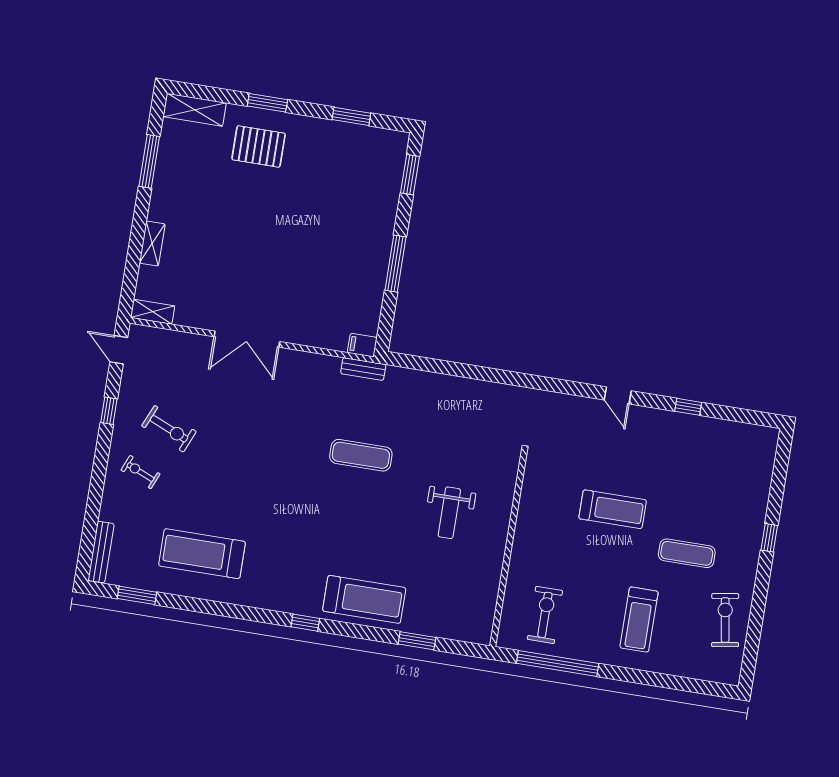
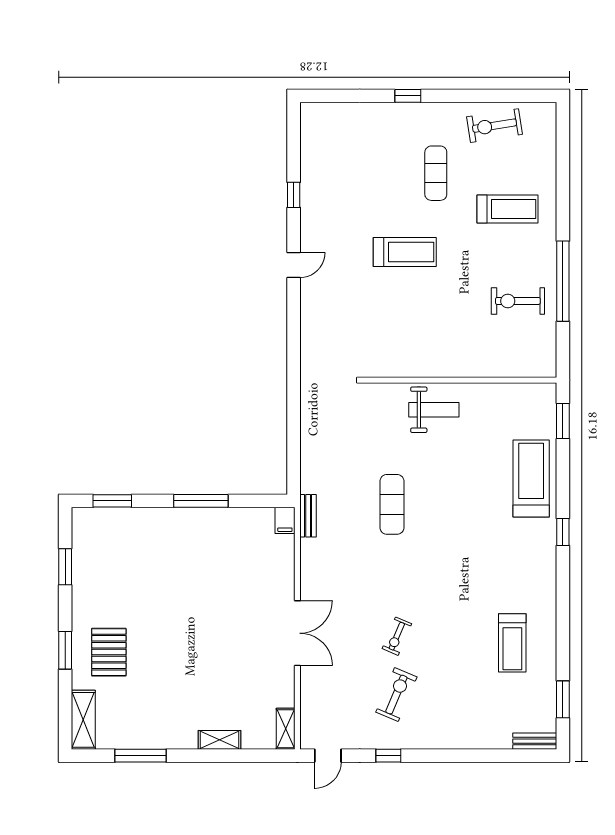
exercise bike: (140, 472) -> (397, 636), moved
treadmill: (613, 509) -> (405, 252), turned 90
wall: (508, 549) -> (459, 380), moved
bench: (101, 552) -> (535, 741), width x0.73
treadmill: (202, 554) -> (512, 643), width x0.73, depth x0.73

